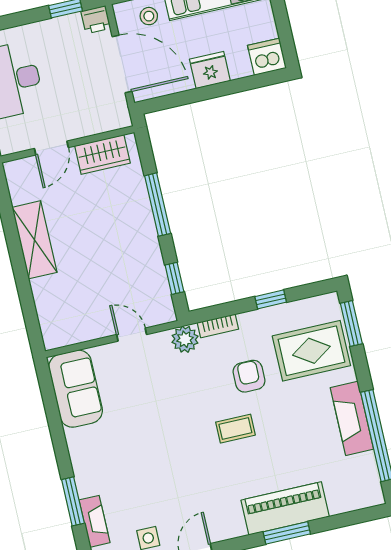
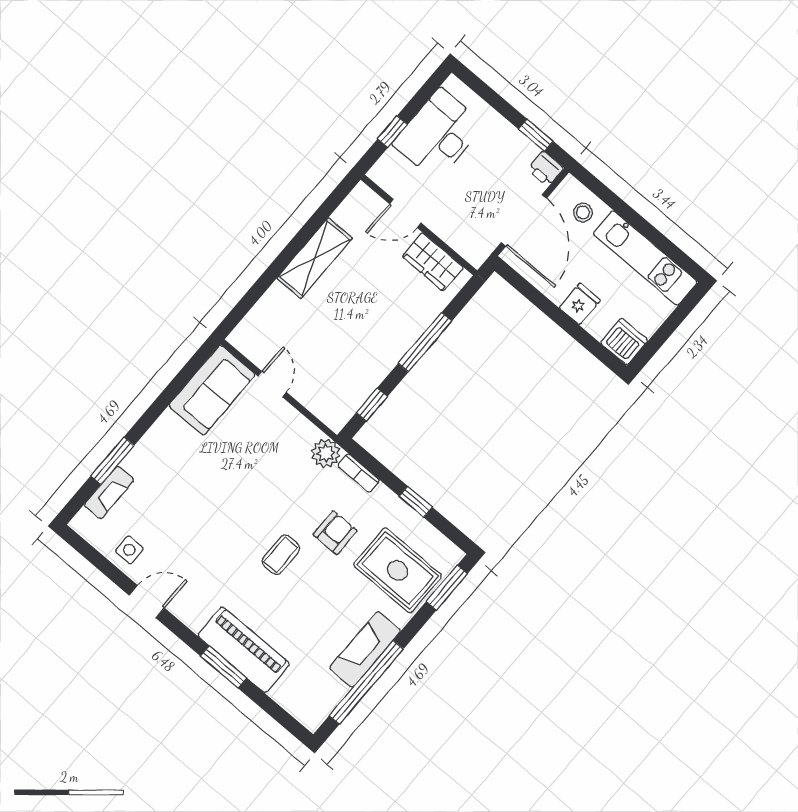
fridge: (210, 70) -> (580, 304), width x0.72
door: (132, 335) -> (272, 384), moved
coffee table: (235, 429) -> (281, 555), turned 90

